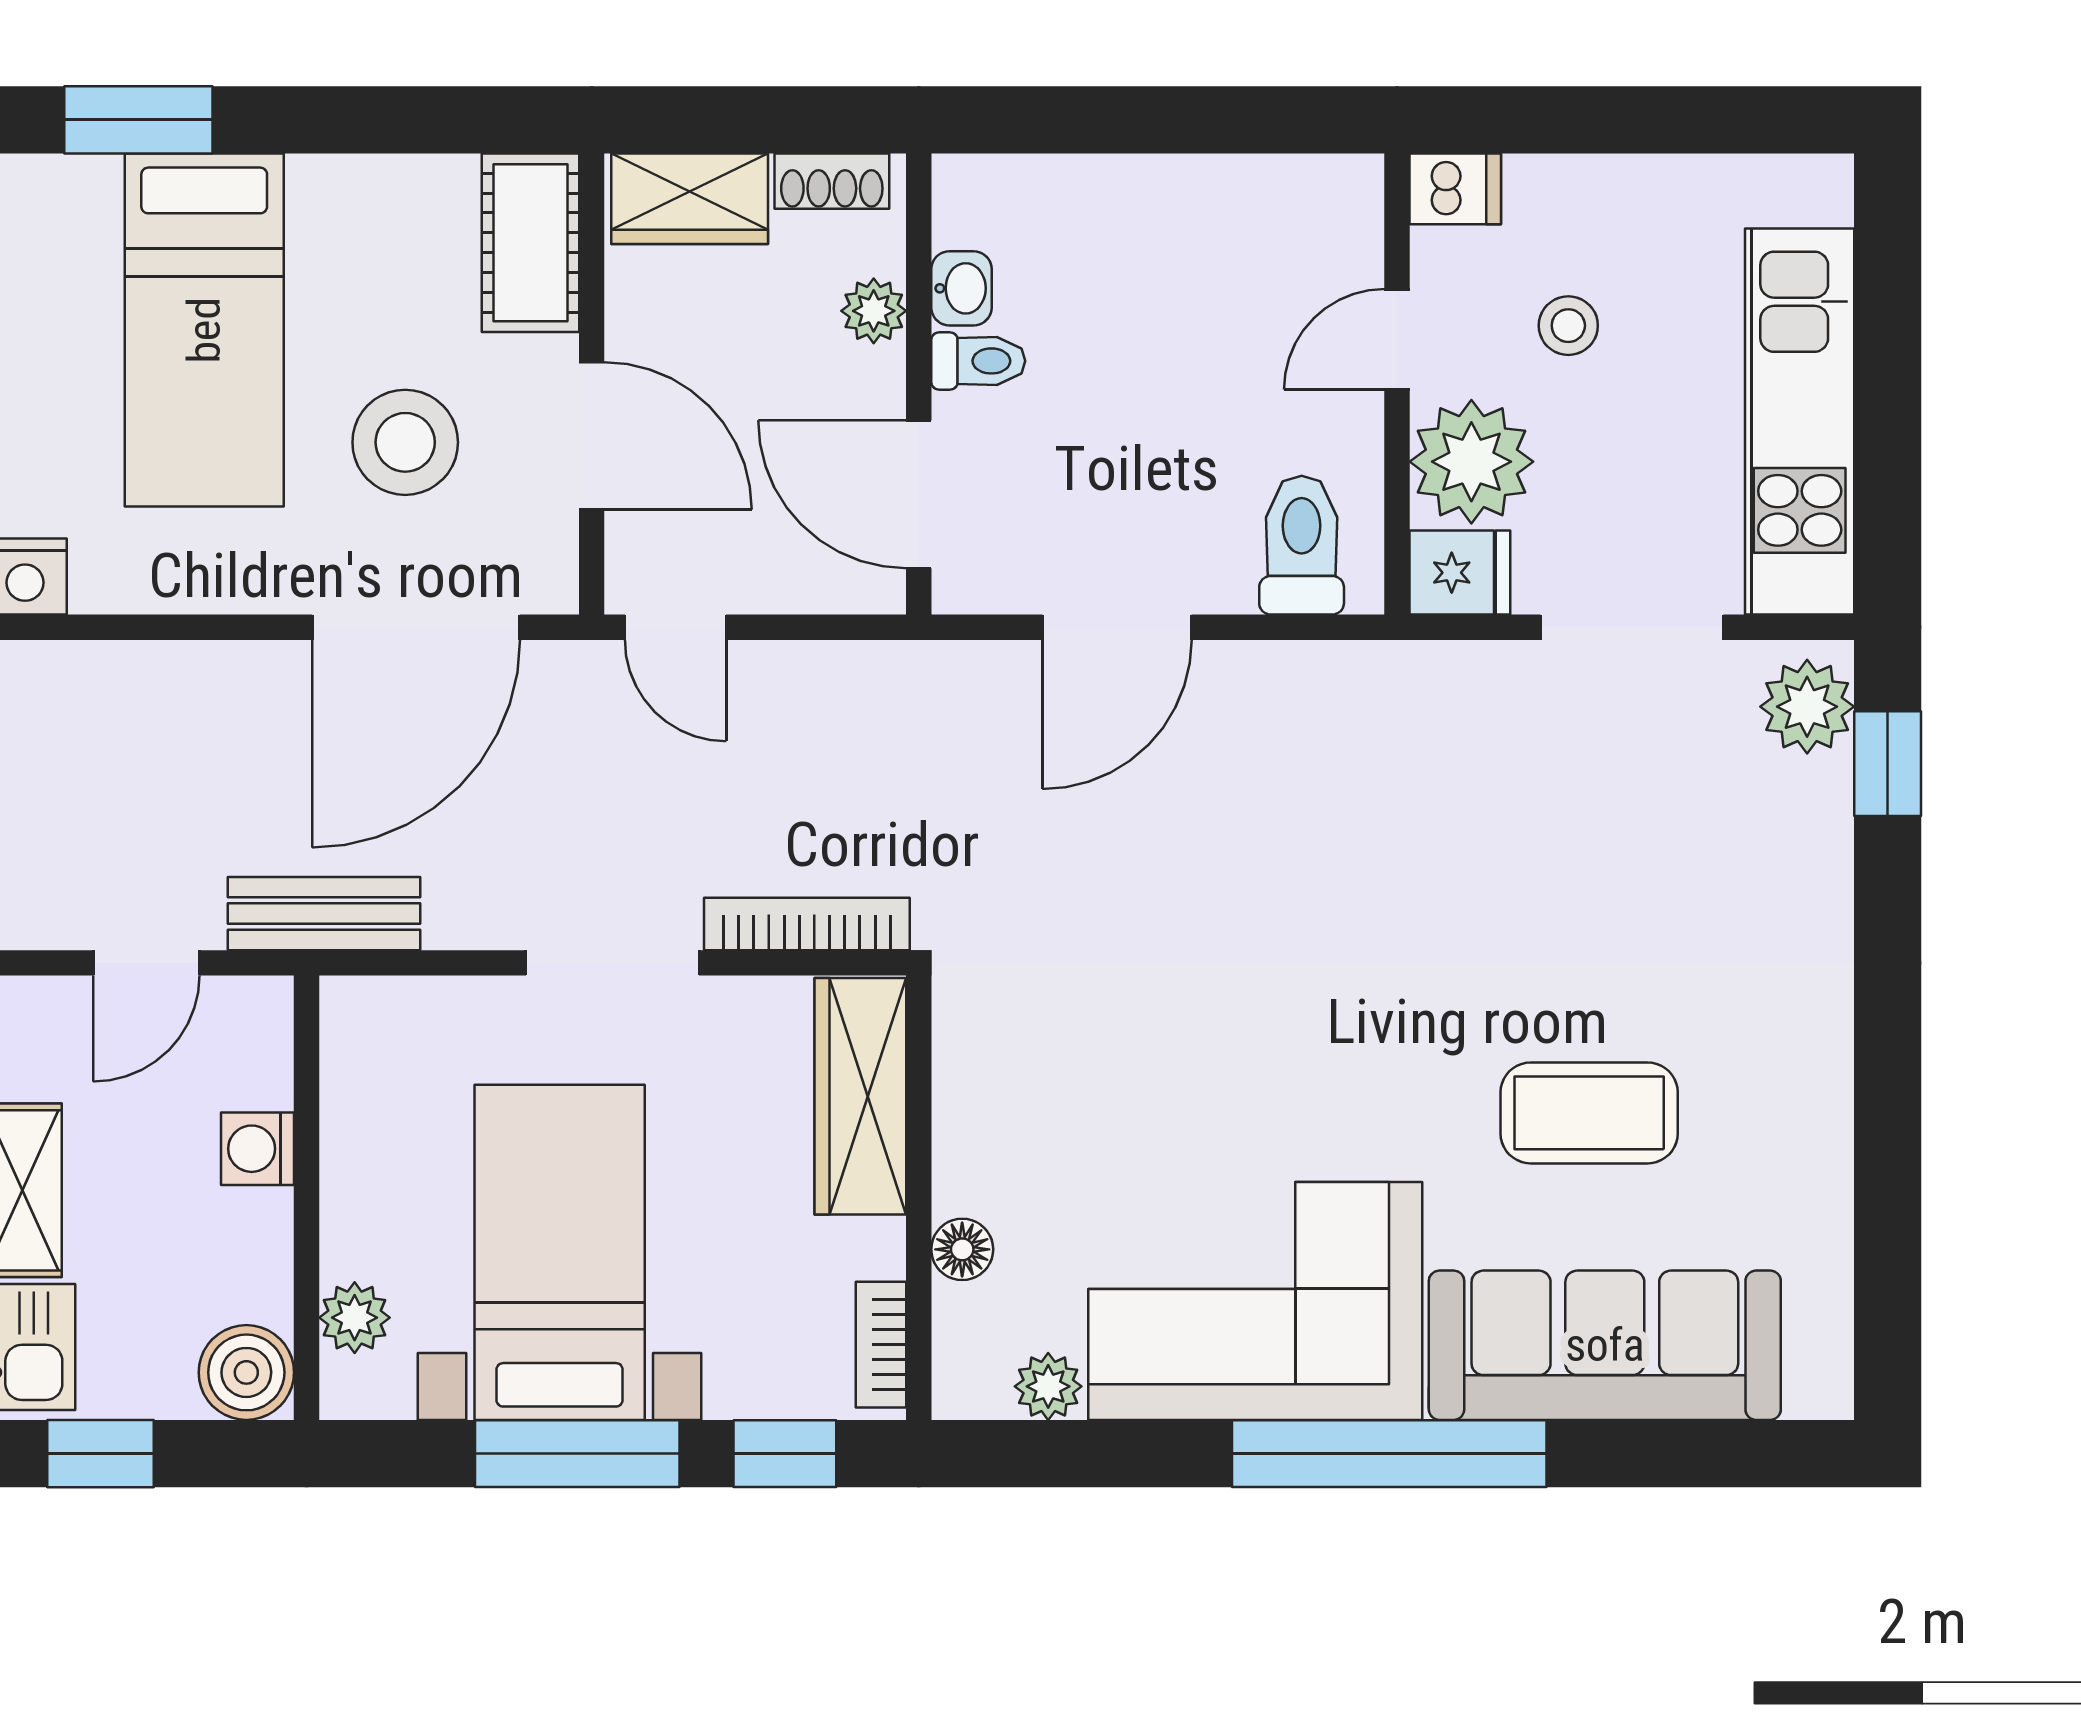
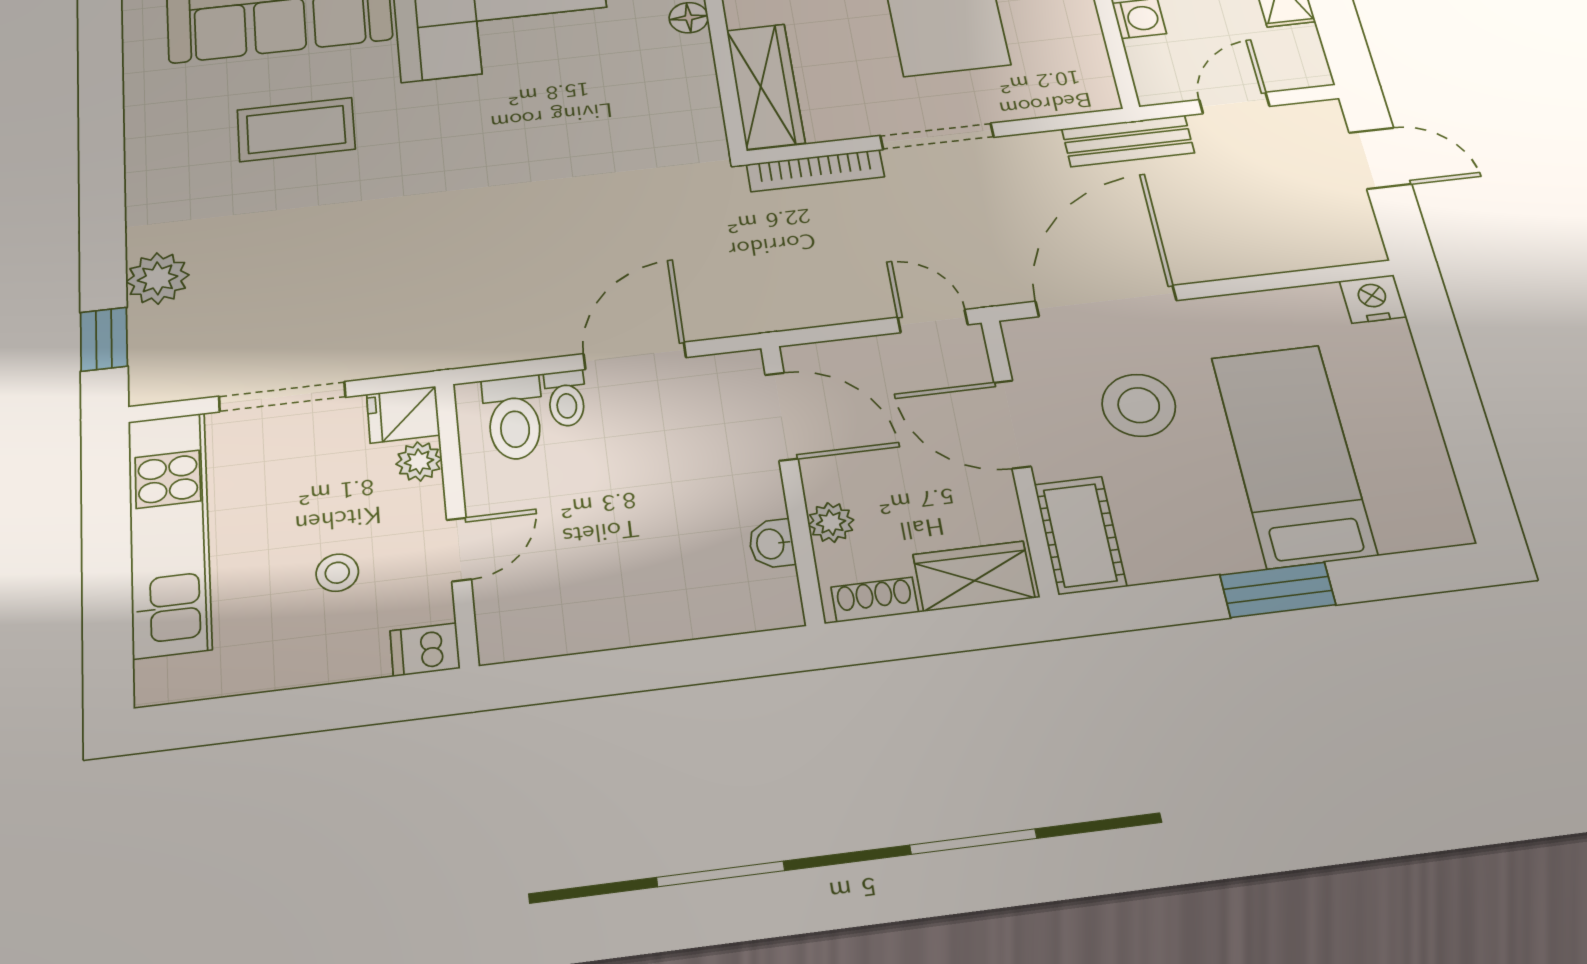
window: (138, 120) -> (1278, 590), moved
toilet: (978, 361) -> (566, 398), moved, turned -90
plant: (1471, 462) -> (419, 461), width x0.53, depth x0.53
plant: (1807, 707) -> (158, 278), moved

